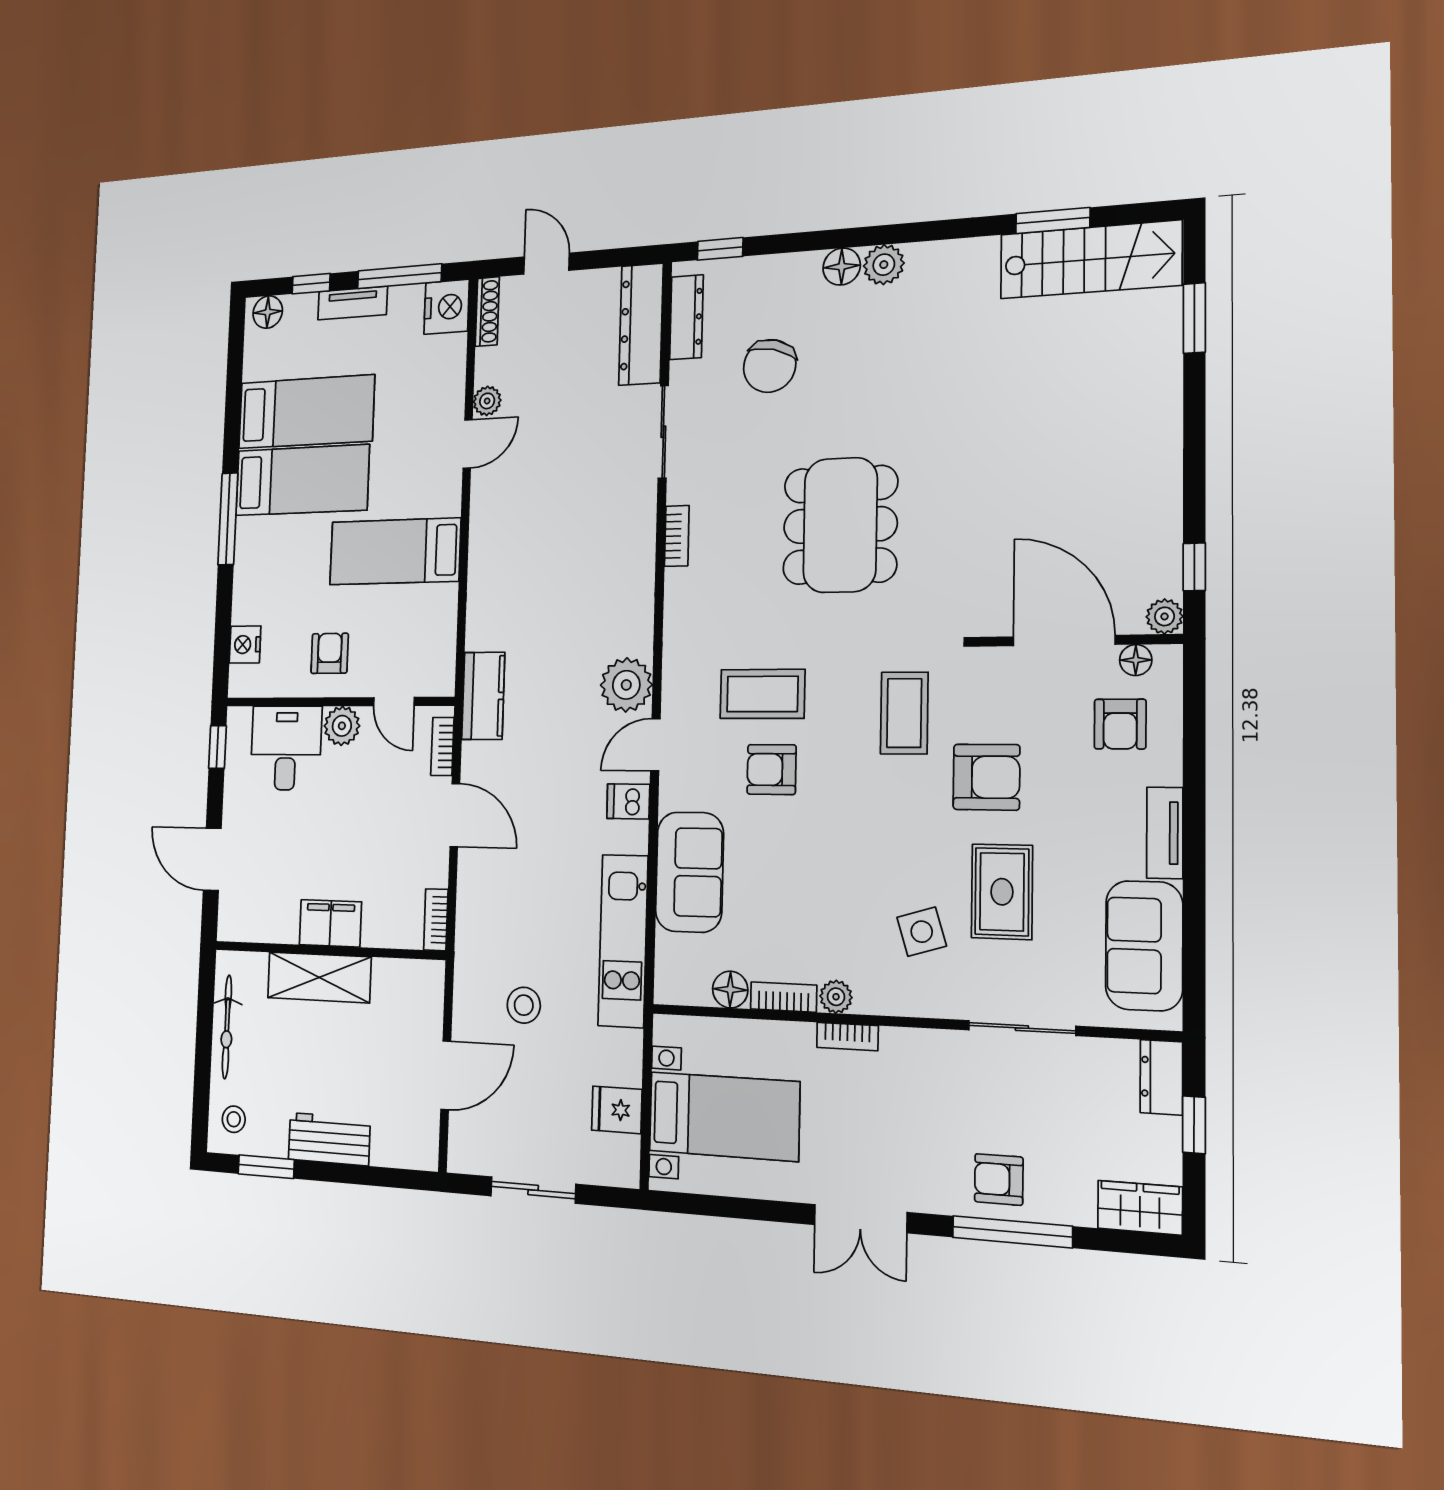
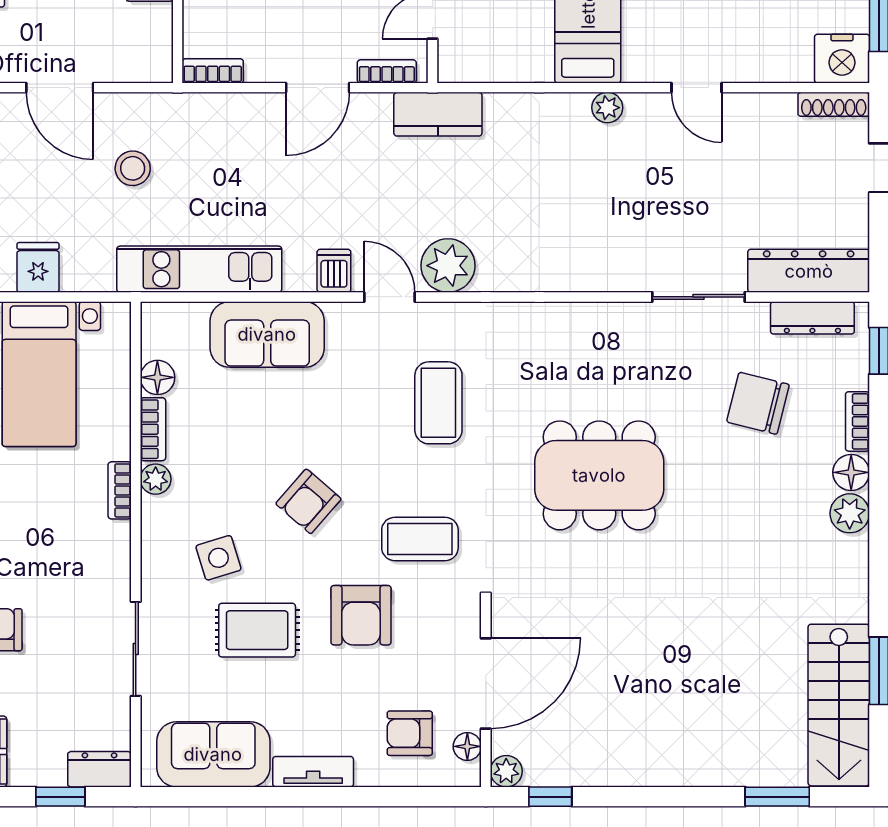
plant: (487, 401) -> (607, 108), moved
bookcase: (677, 536) -> (857, 421), moved, turned 90
armchair: (772, 770) -> (308, 501), moved, turned -139

